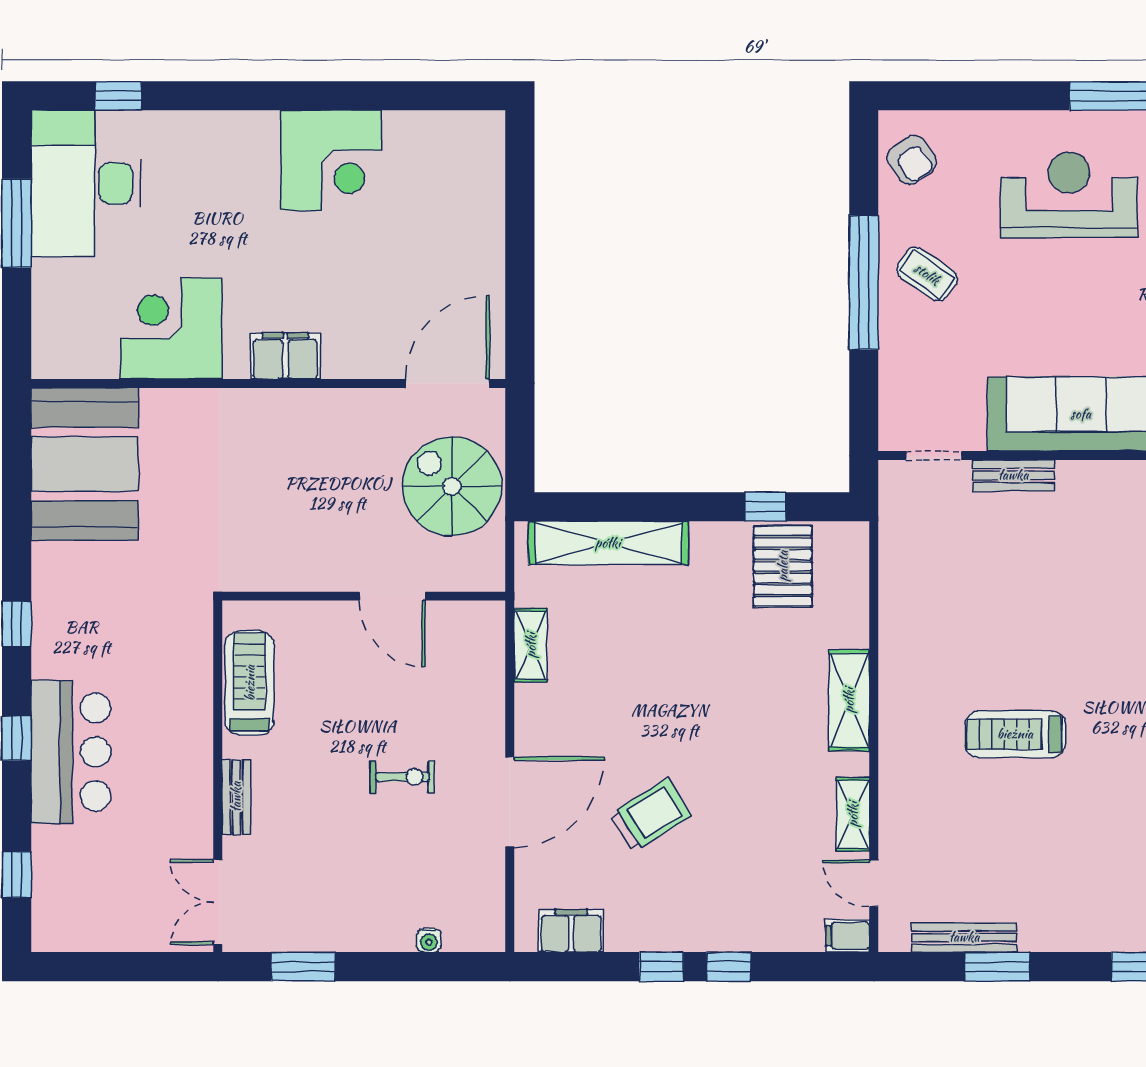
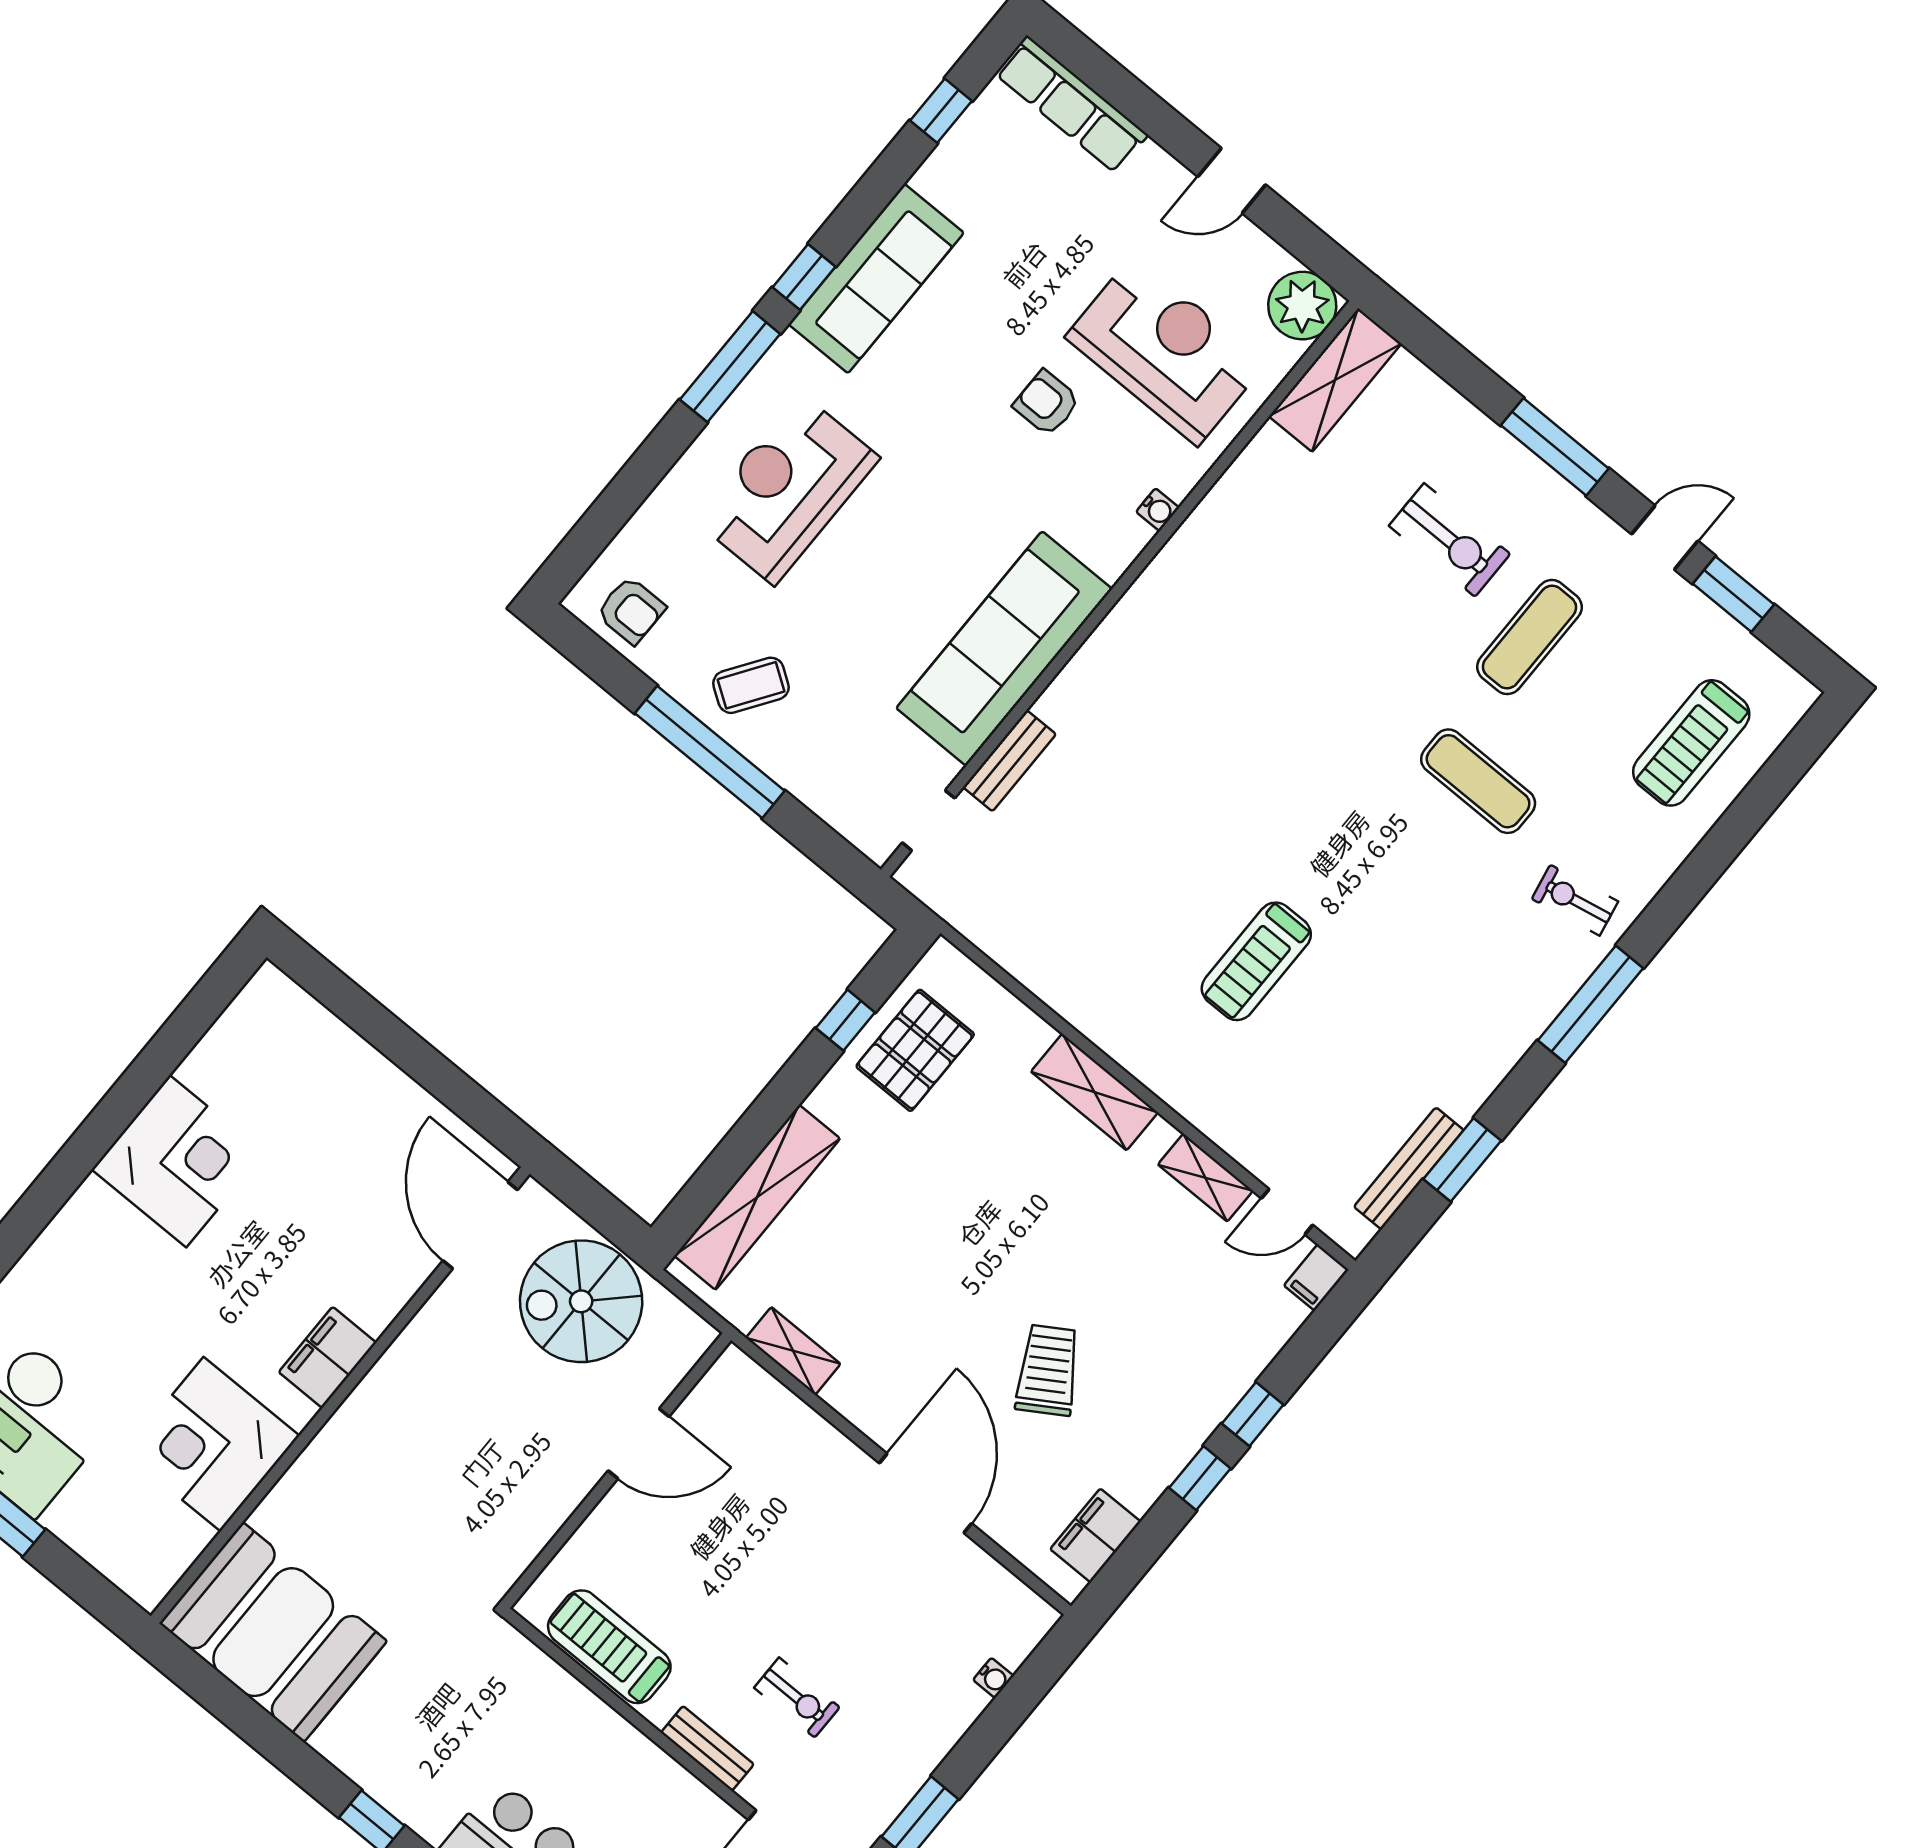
armchair: (912, 160) -> (631, 610), turned 35
pallet: (783, 566) -> (915, 1050), turned 90
exercise bike: (403, 777) -> (797, 1697), moved, turned 90

